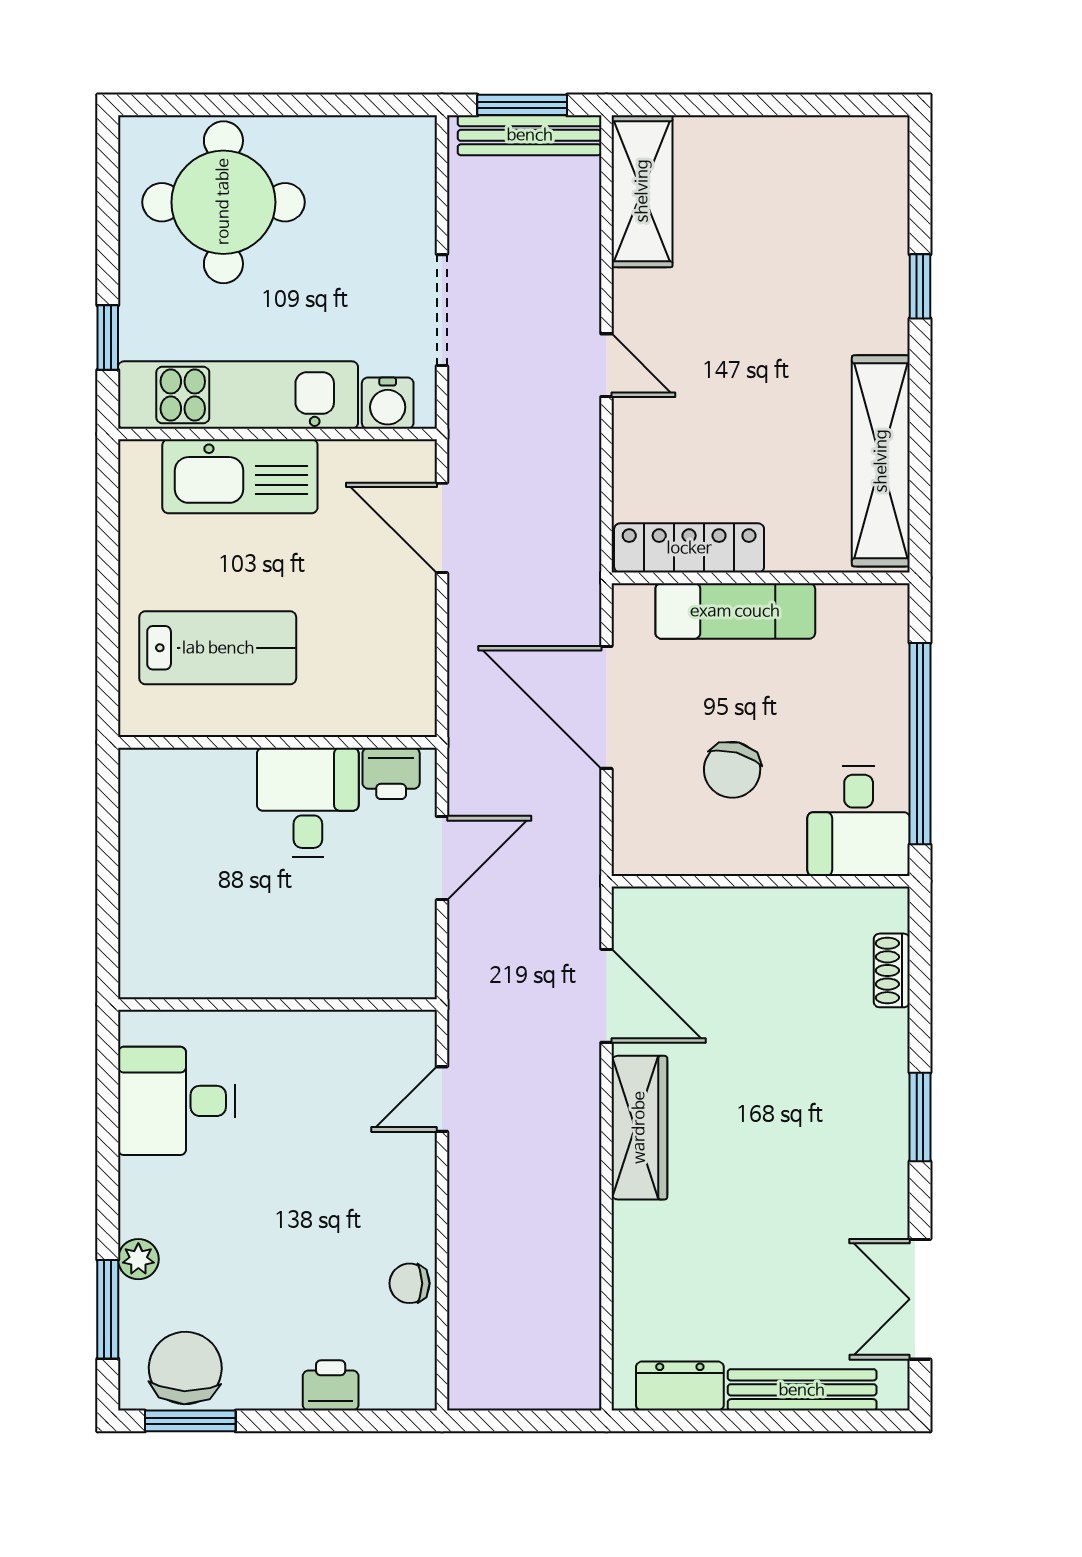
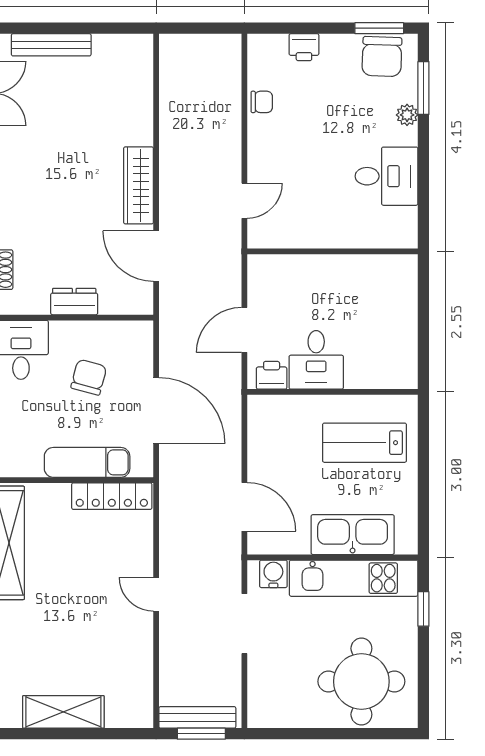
shelving: (642, 191) -> (63, 712), moved, turned 90
desk: (177, 1101) -> (387, 176), moved
dresser: (680, 1386) -> (74, 302), moved, turned 180

